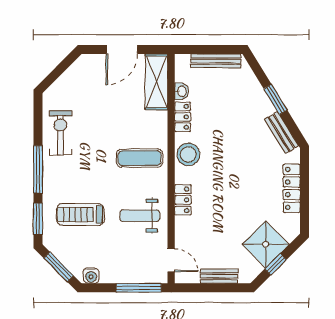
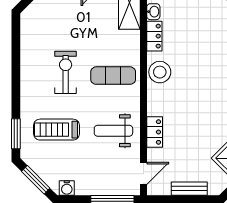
exercise bike: (60, 133) -> (66, 72), moved
window: (38, 169) -> (16, 86), removed
locker: (183, 200) -> (155, 132), moved
door: (171, 260) -> (143, 173), hinge flipped

